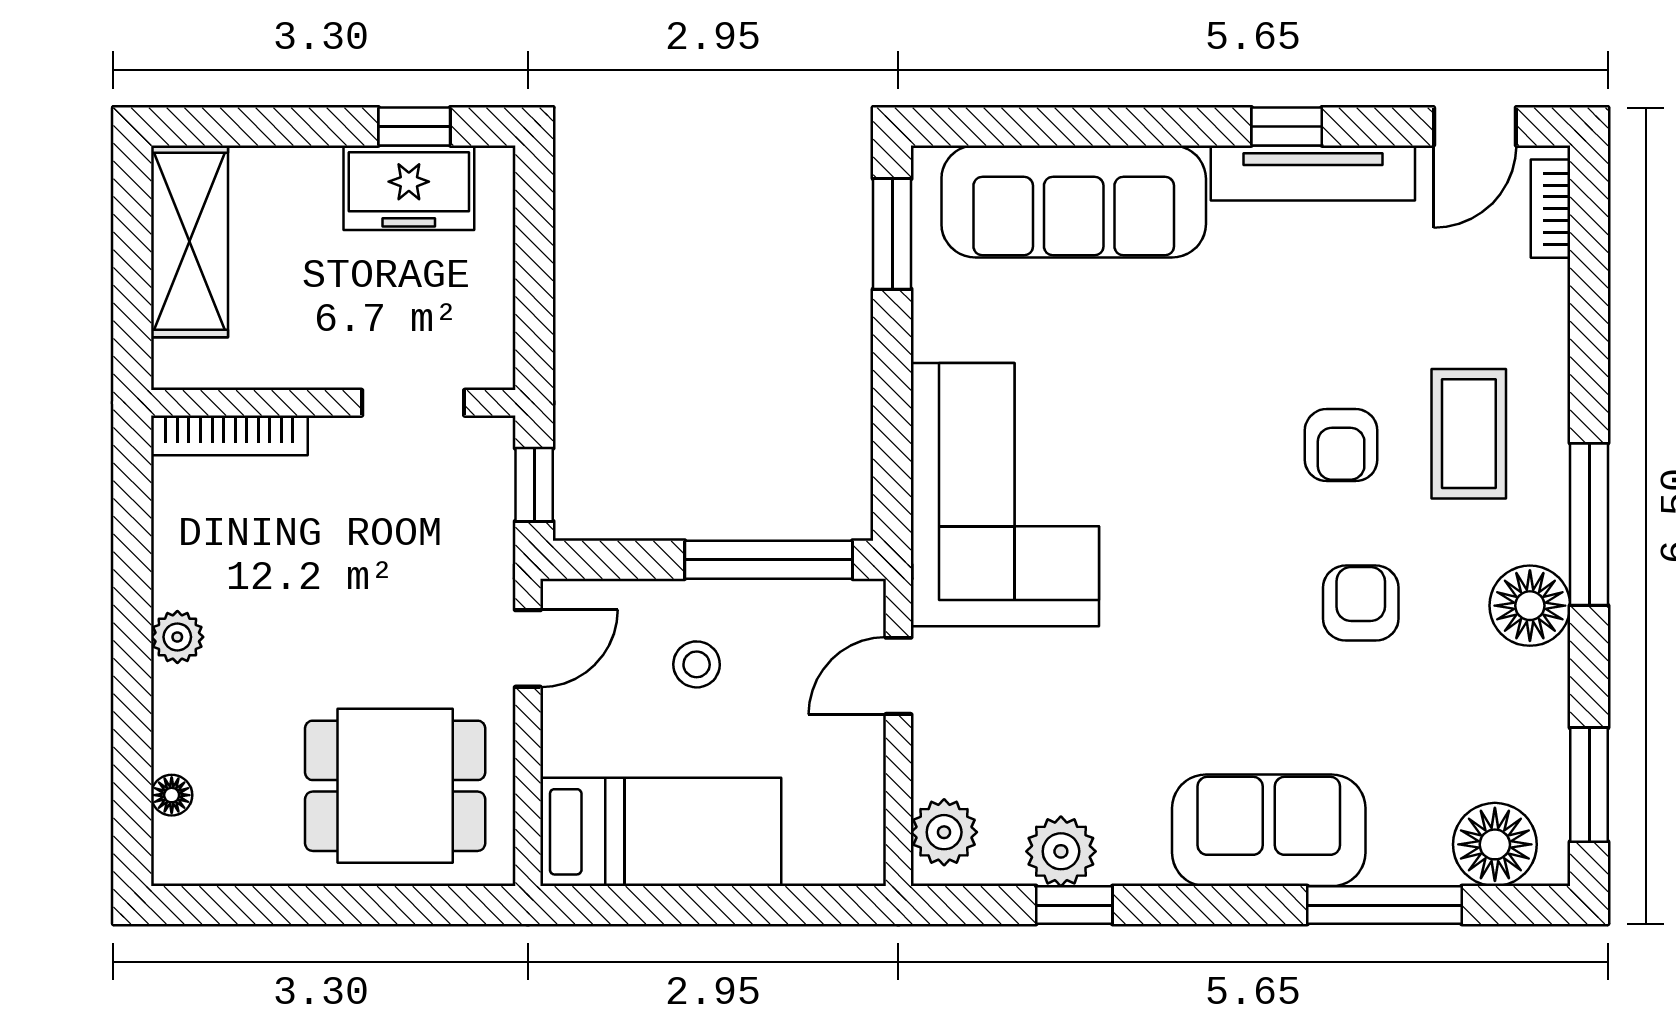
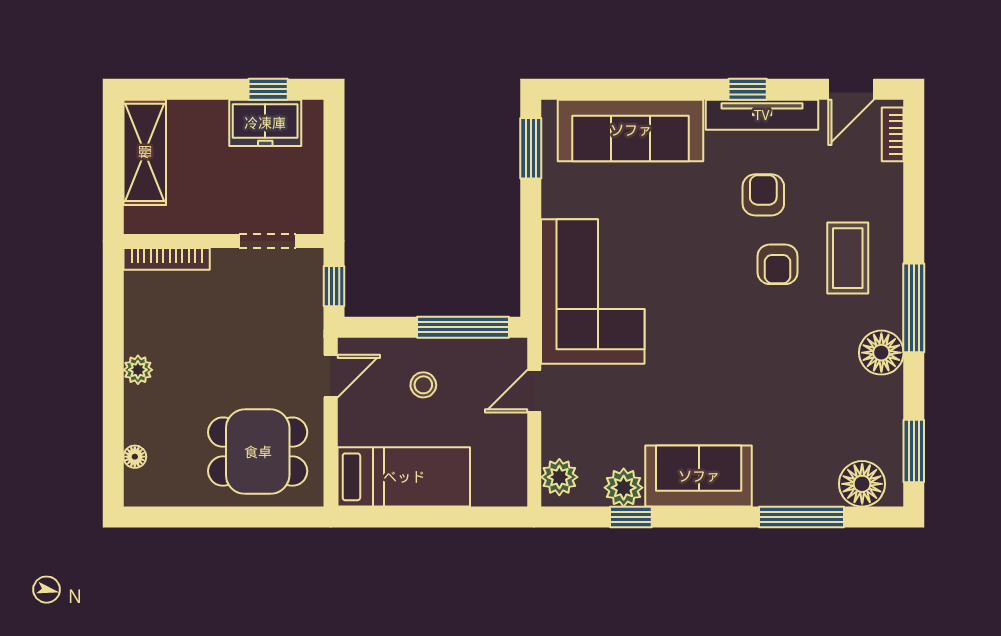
armchair: (1361, 603) -> (763, 195), moved
sofa: (1269, 830) -> (699, 476), moved

